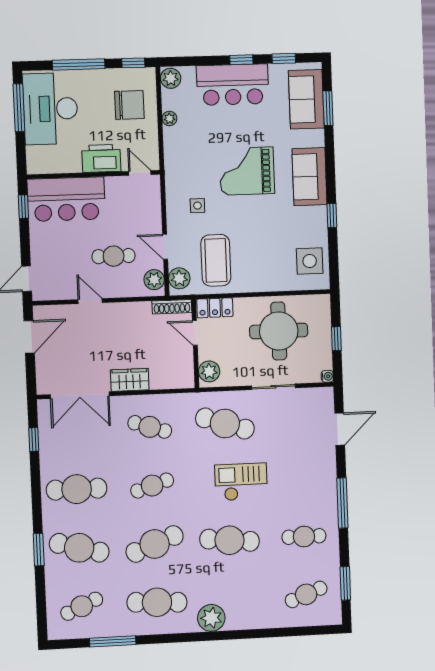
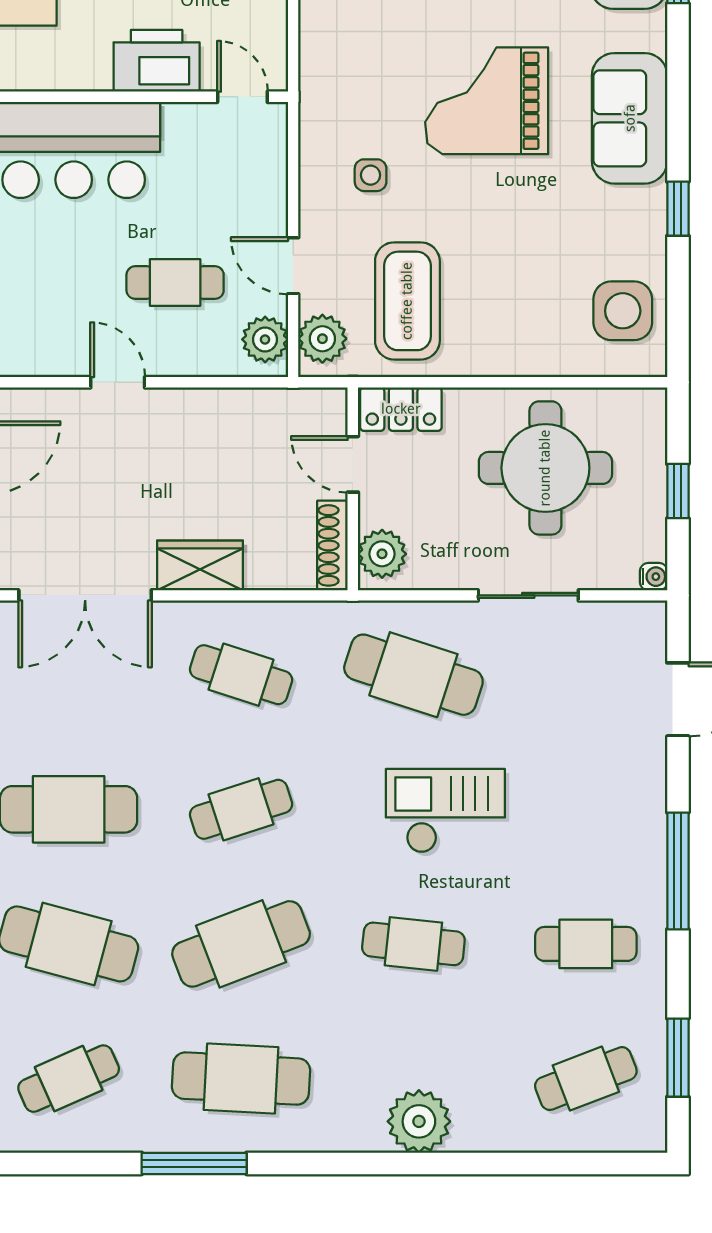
shoe rack: (172, 307) -> (332, 545), moved, turned 90
cafe table: (230, 540) -> (413, 944), width x0.73, depth x0.74
plant: (211, 618) -> (419, 1121), moved
window: (113, 641) -> (194, 1163), moved

